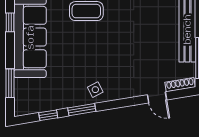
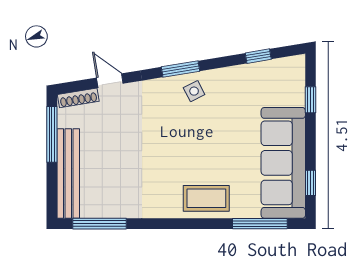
window: (10, 83) -> (311, 100), width x0.67
window: (82, 110) -> (181, 69), moved

